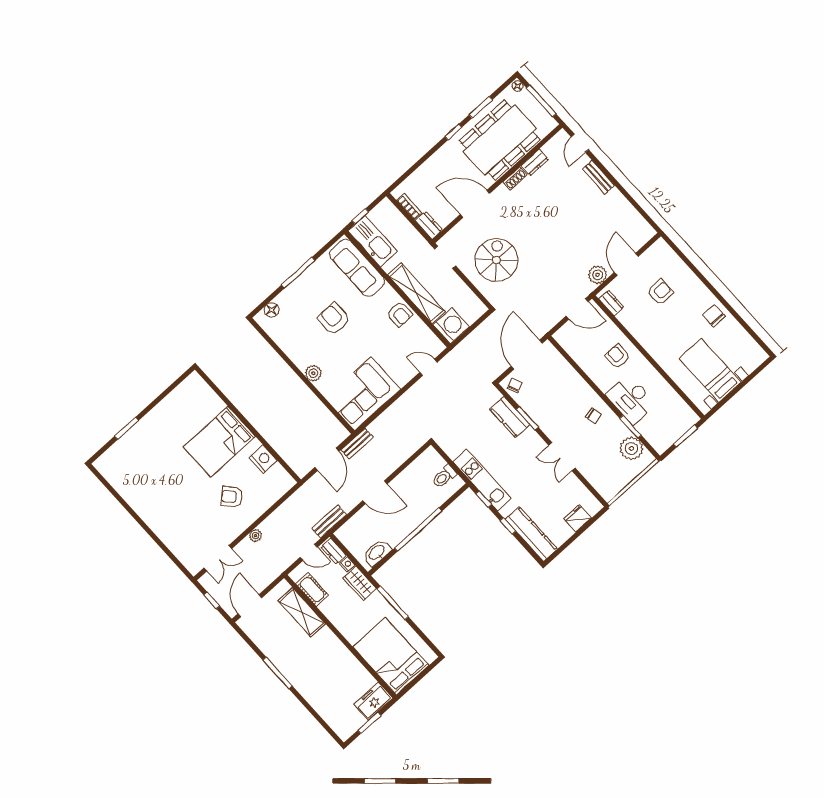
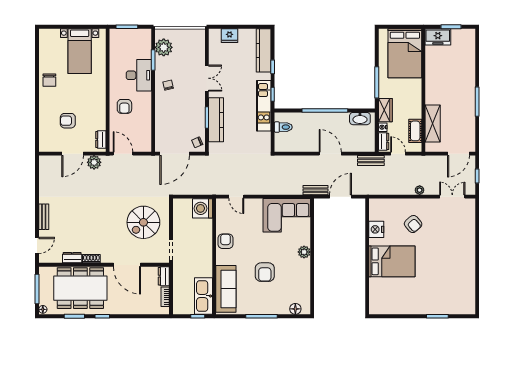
shelving: (417, 293) -> (205, 244), removed
kitchen counter: (510, 417) -> (216, 120), width x1.50

